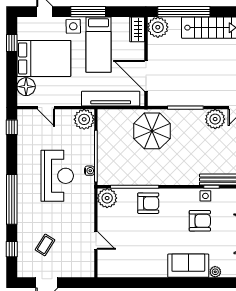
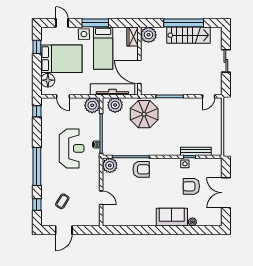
window: (184, 12) -> (184, 23), moved
plant: (215, 119) -> (115, 105), moved
armchair: (200, 221) -> (191, 186), moved, turned 180

